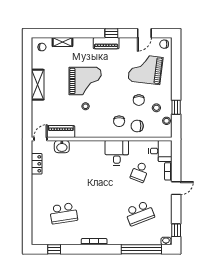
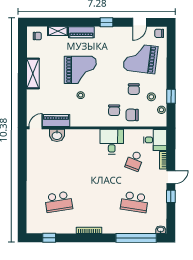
piano: (106, 43) -> (81, 32), moved
locker: (37, 164) -> (32, 153), removed
school desk: (140, 213) -> (134, 202), turned 30
window: (176, 230) -> (171, 196), moved

